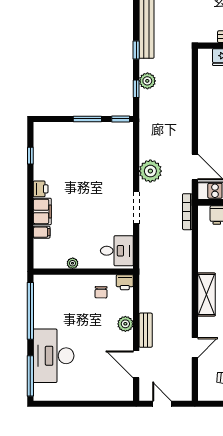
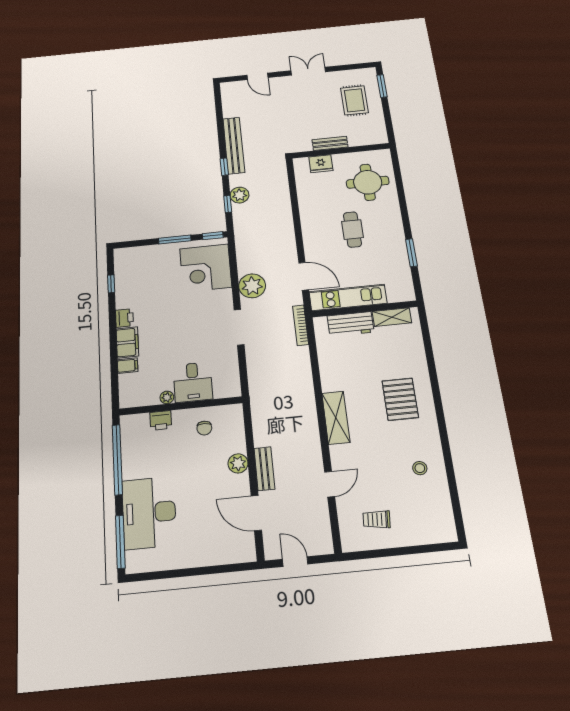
corner desk: (112, 150) -> (206, 268), added
desk: (117, 251) -> (193, 382), moved, turned 90
printer: (125, 282) -> (161, 420), moved

